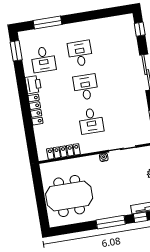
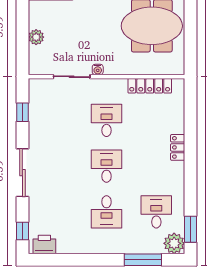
plant: (26, 38) -> (174, 243), added
printer: (33, 85) -> (44, 244), moved, turned 90
desk: (86, 87) -> (106, 166), turned 180
locker: (35, 110) -> (178, 147), width x0.66

